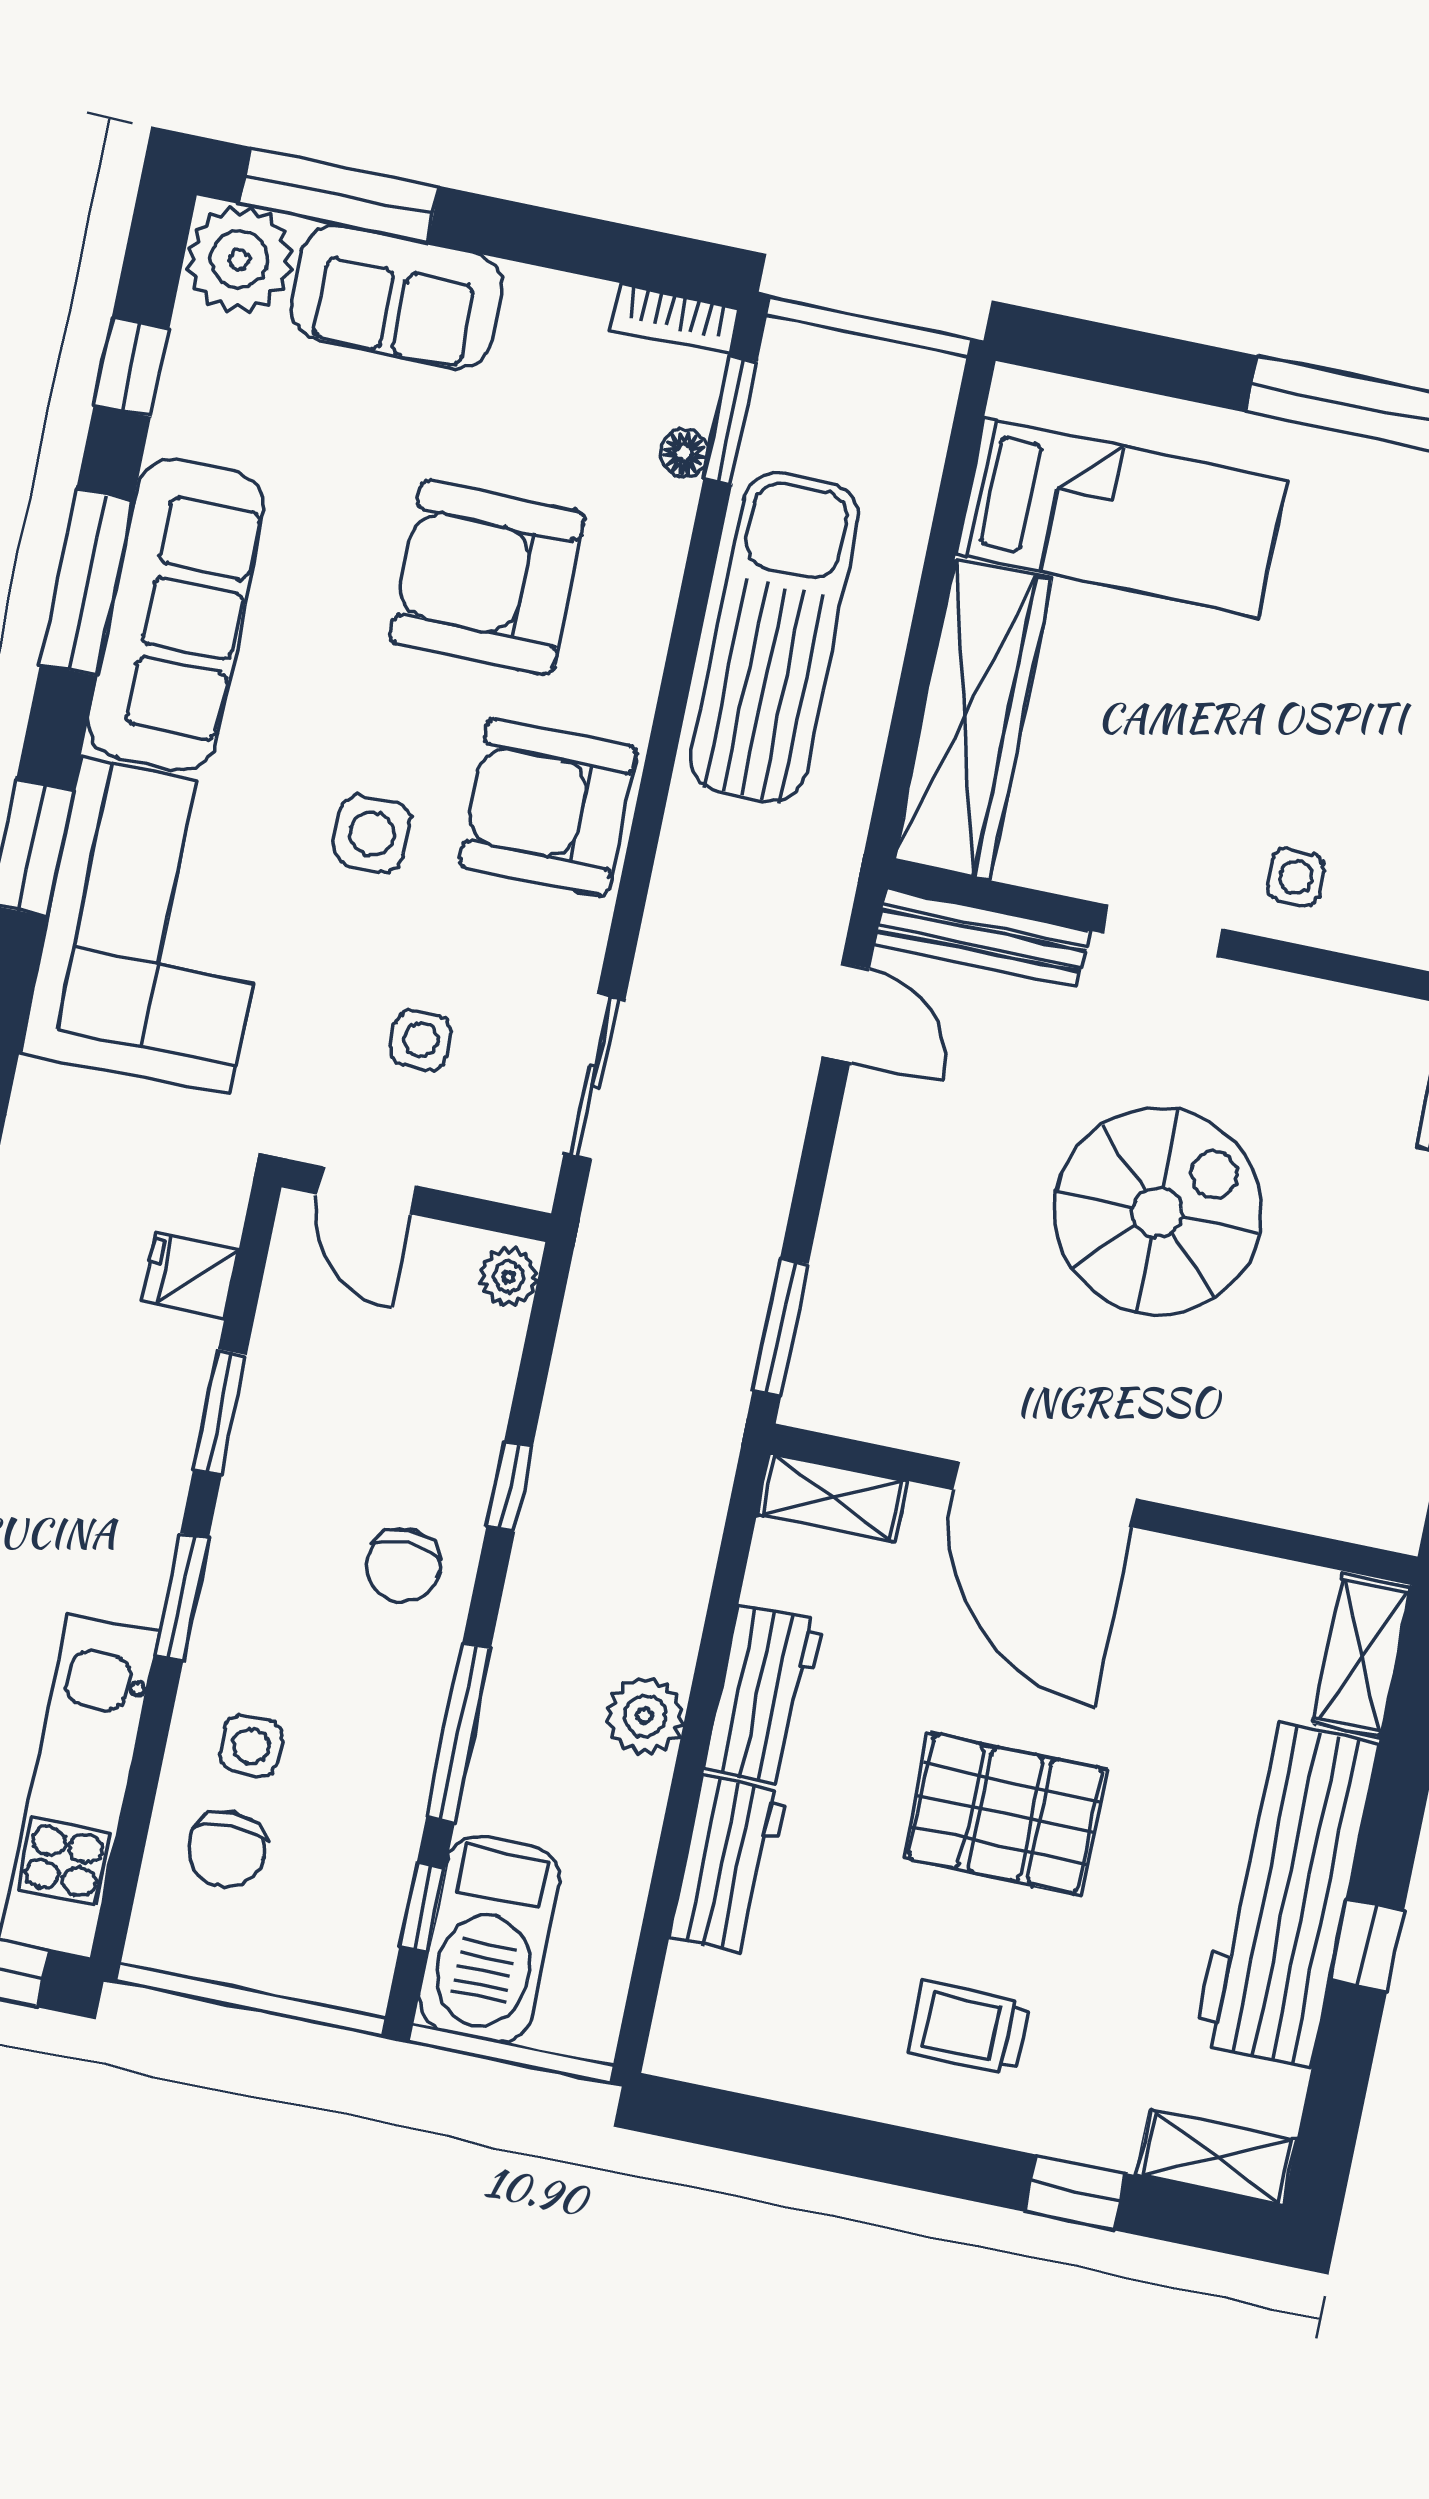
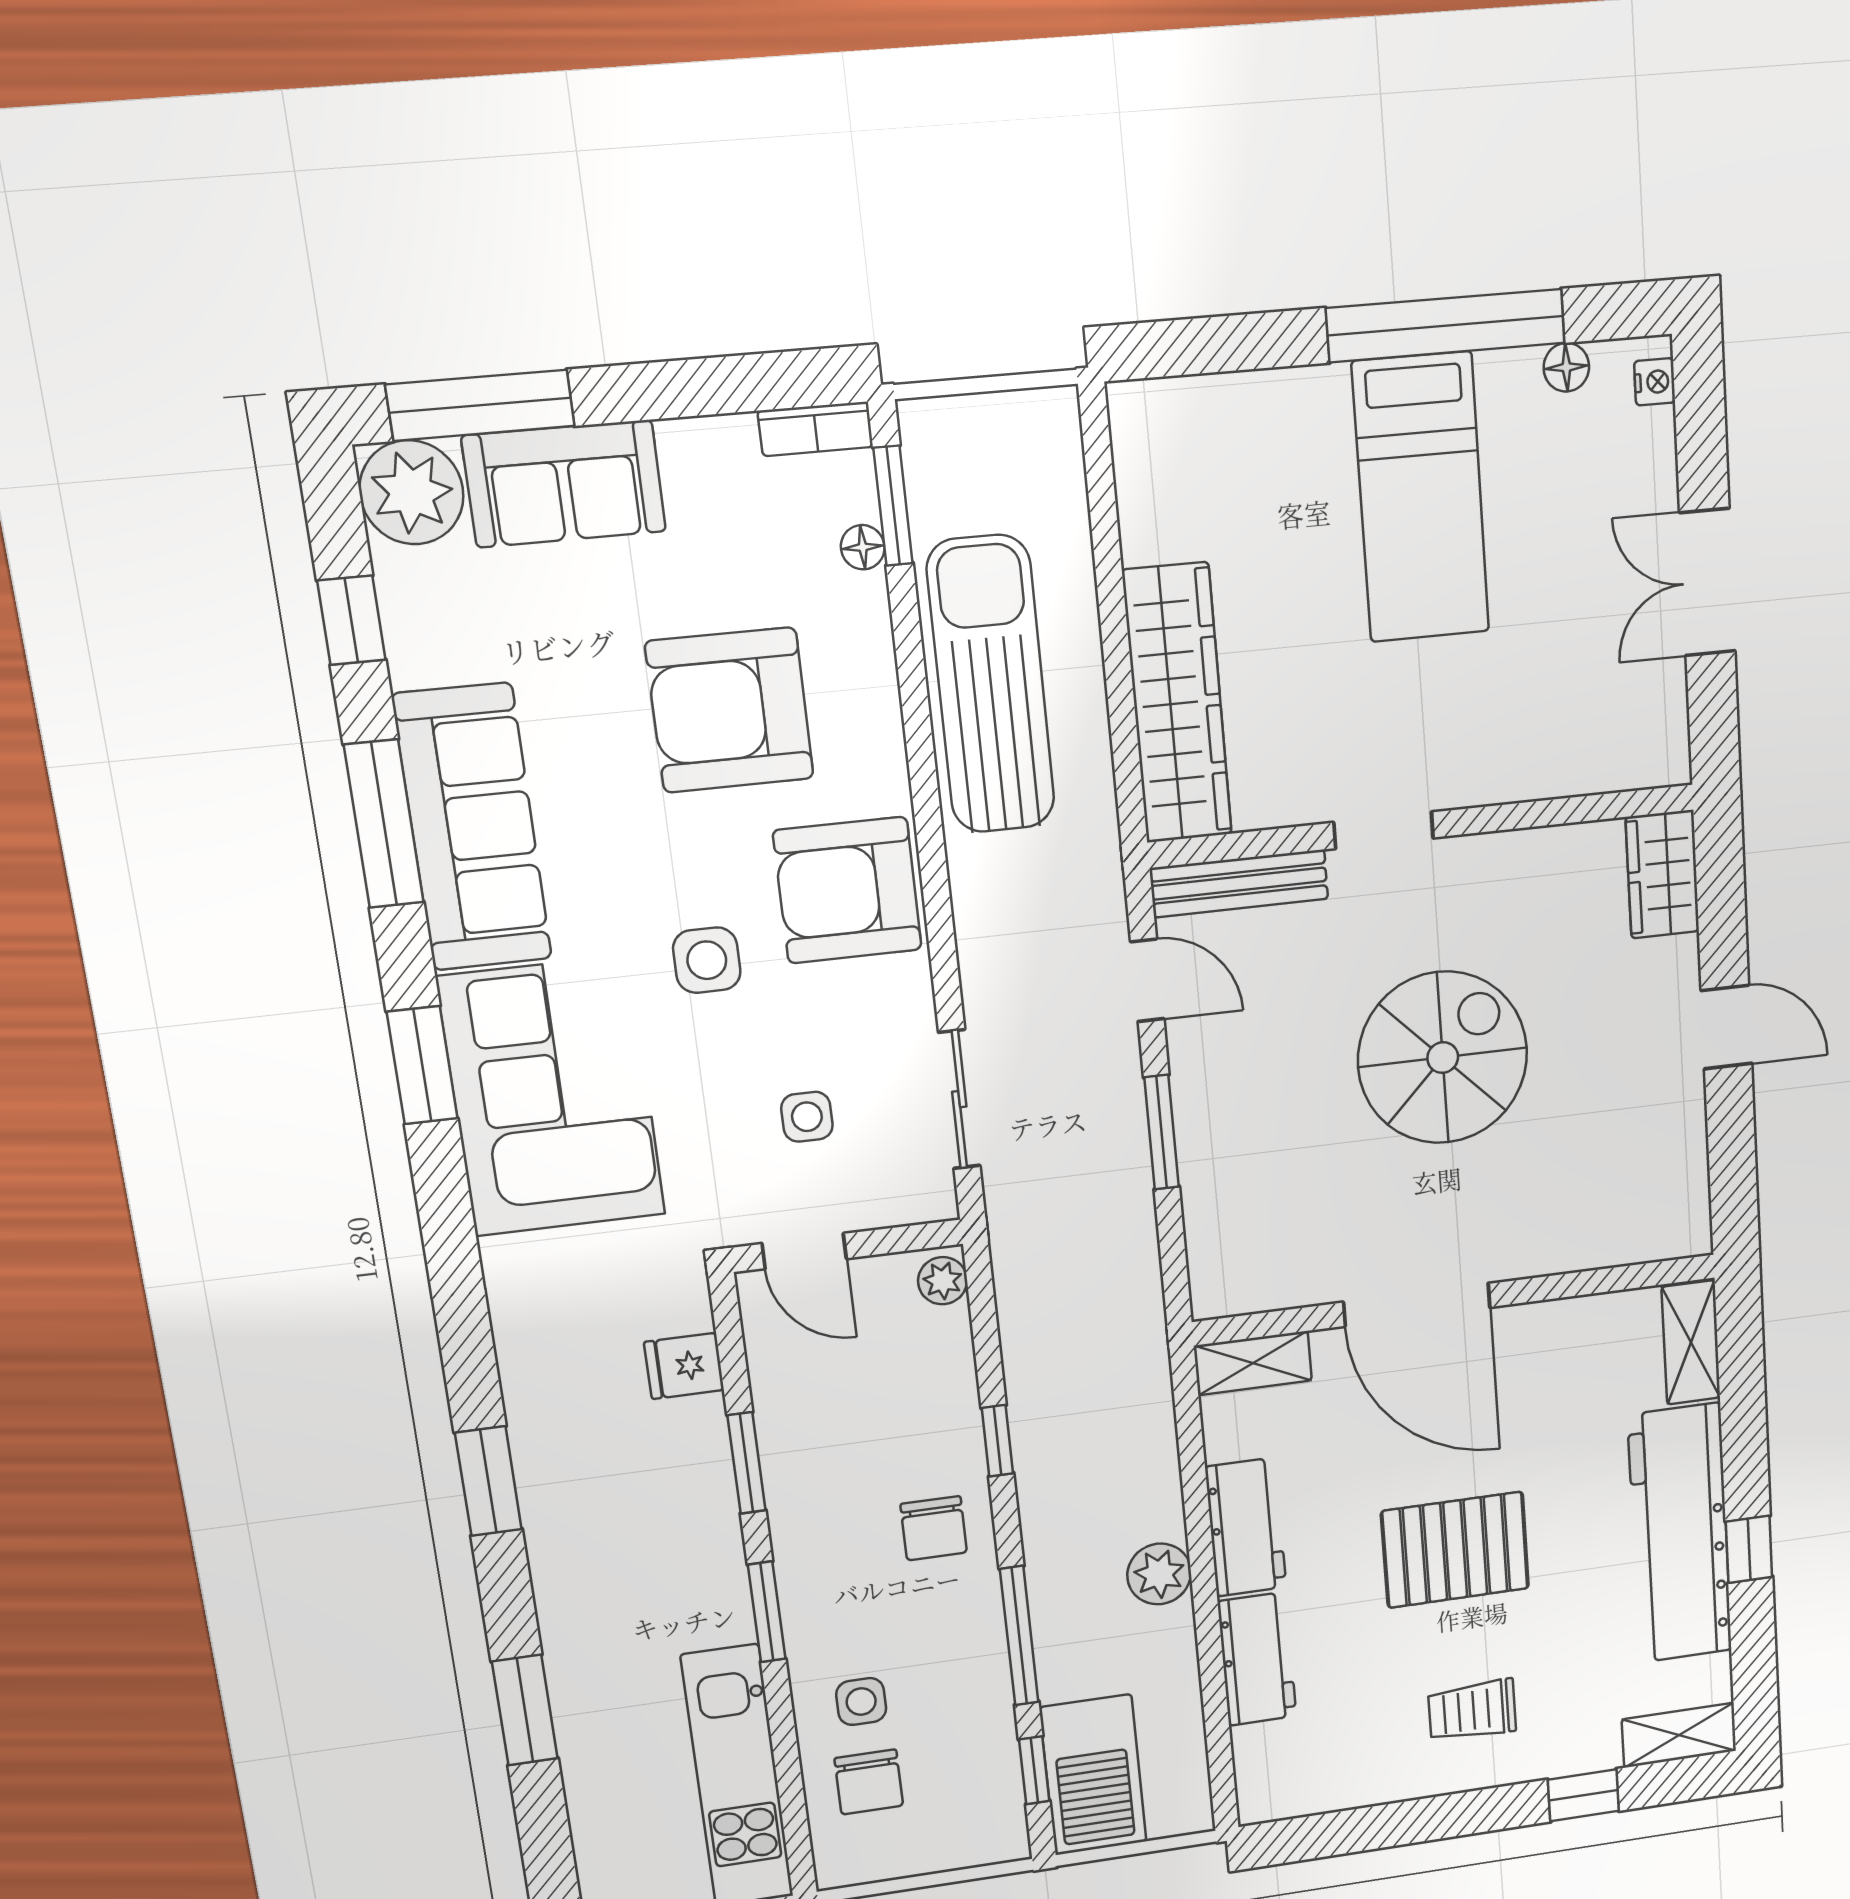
bed: (1121, 517) -> (1421, 498), moved, turned 90
side table: (1296, 877) -> (1478, 751), removed
window: (781, 1327) -> (1162, 1132), moved

